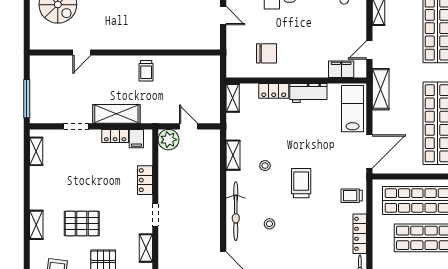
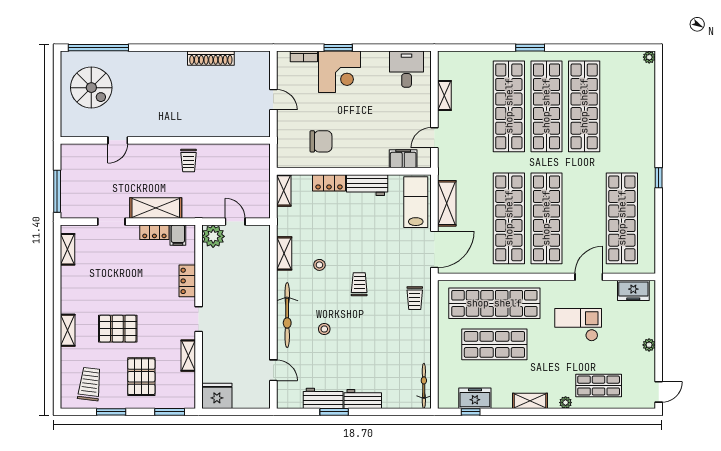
shelving: (381, 89) -> (447, 203), moved
trolley: (301, 183) -> (359, 284), width x0.73, depth x0.72
trolley: (352, 196) -> (415, 298), turned -90
locker: (360, 234) -> (424, 340), removed

